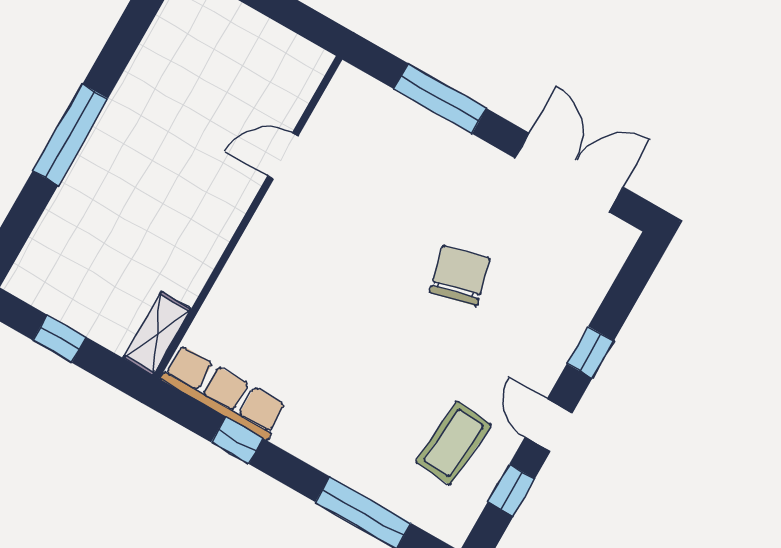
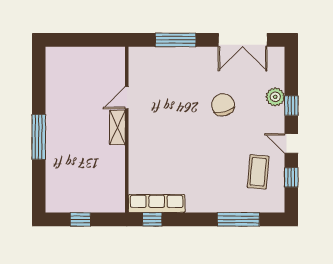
double door: (569, 172) -> (243, 40), swing flipped
plant: (569, 318) -> (275, 97), added
shelving: (157, 333) -> (117, 127), moved
window: (237, 440) -> (152, 219), moved

